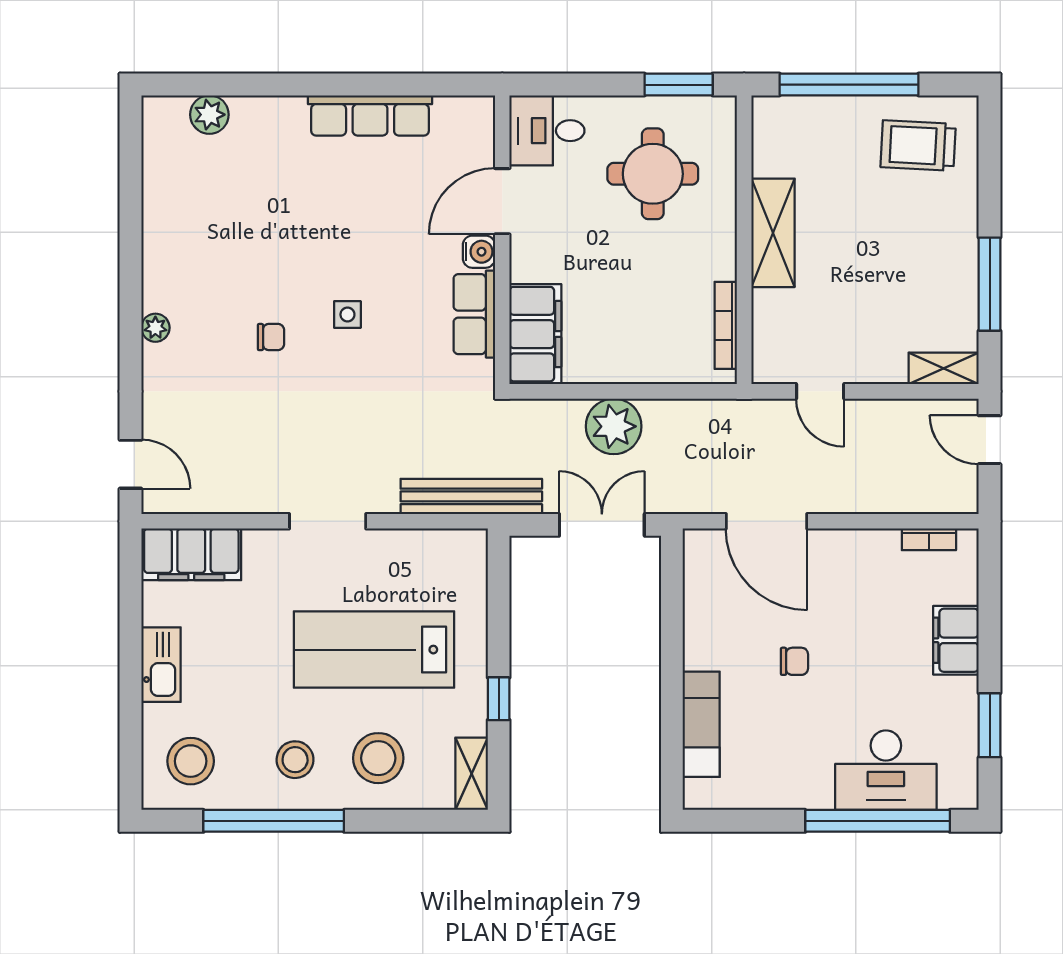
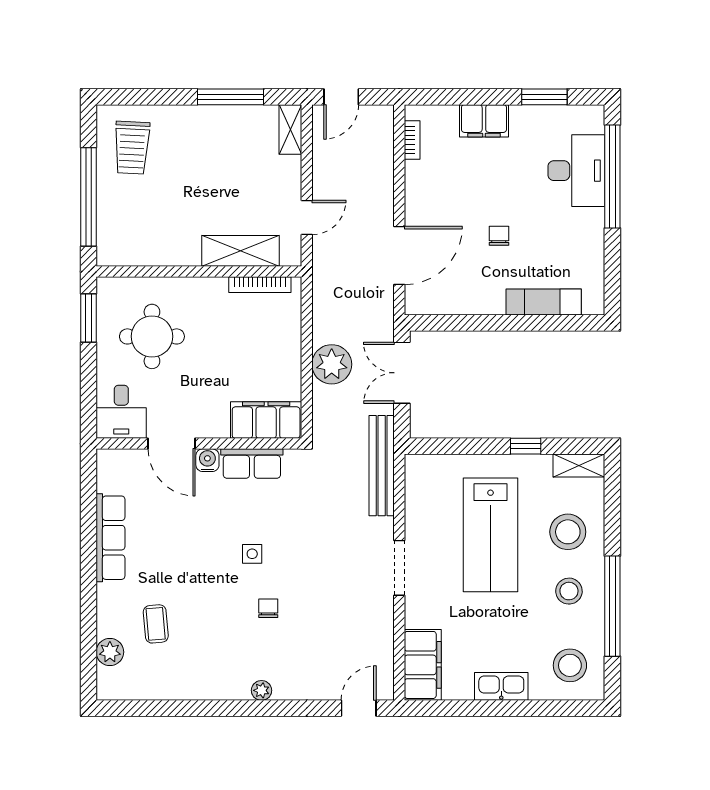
coffee table: (249, 179) -> (156, 624), added
shelving: (773, 233) -> (241, 251), moved

